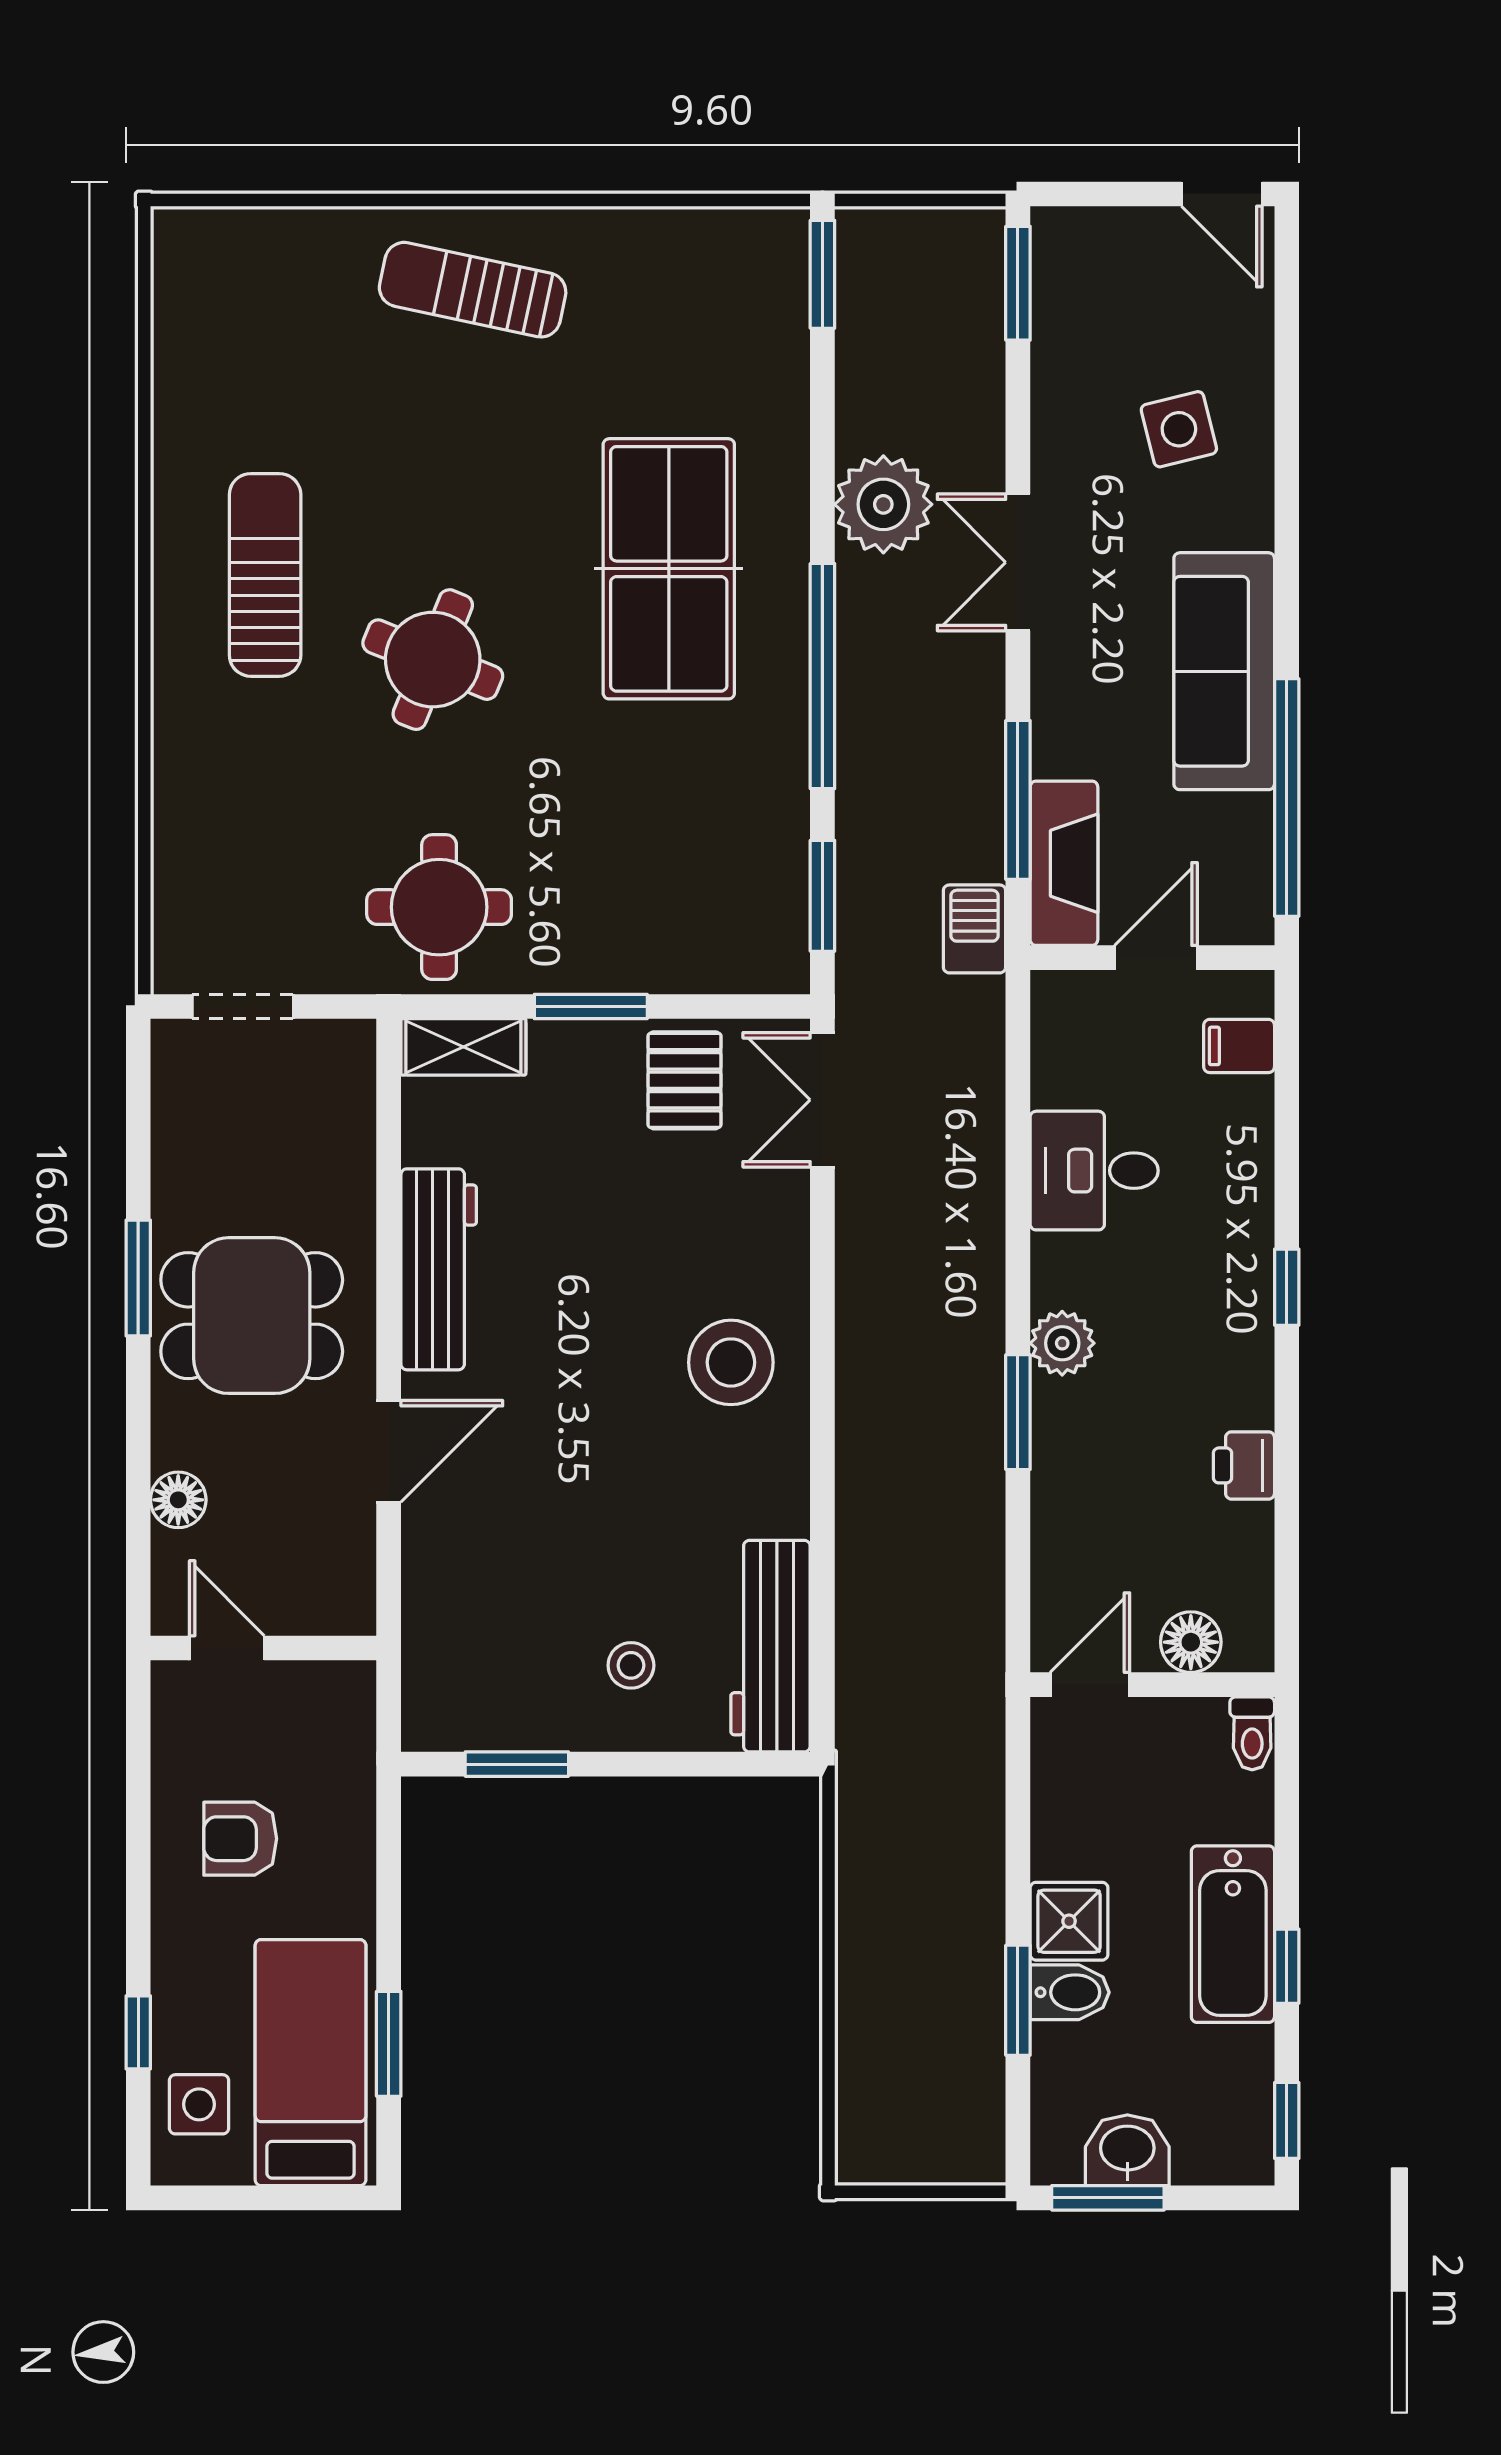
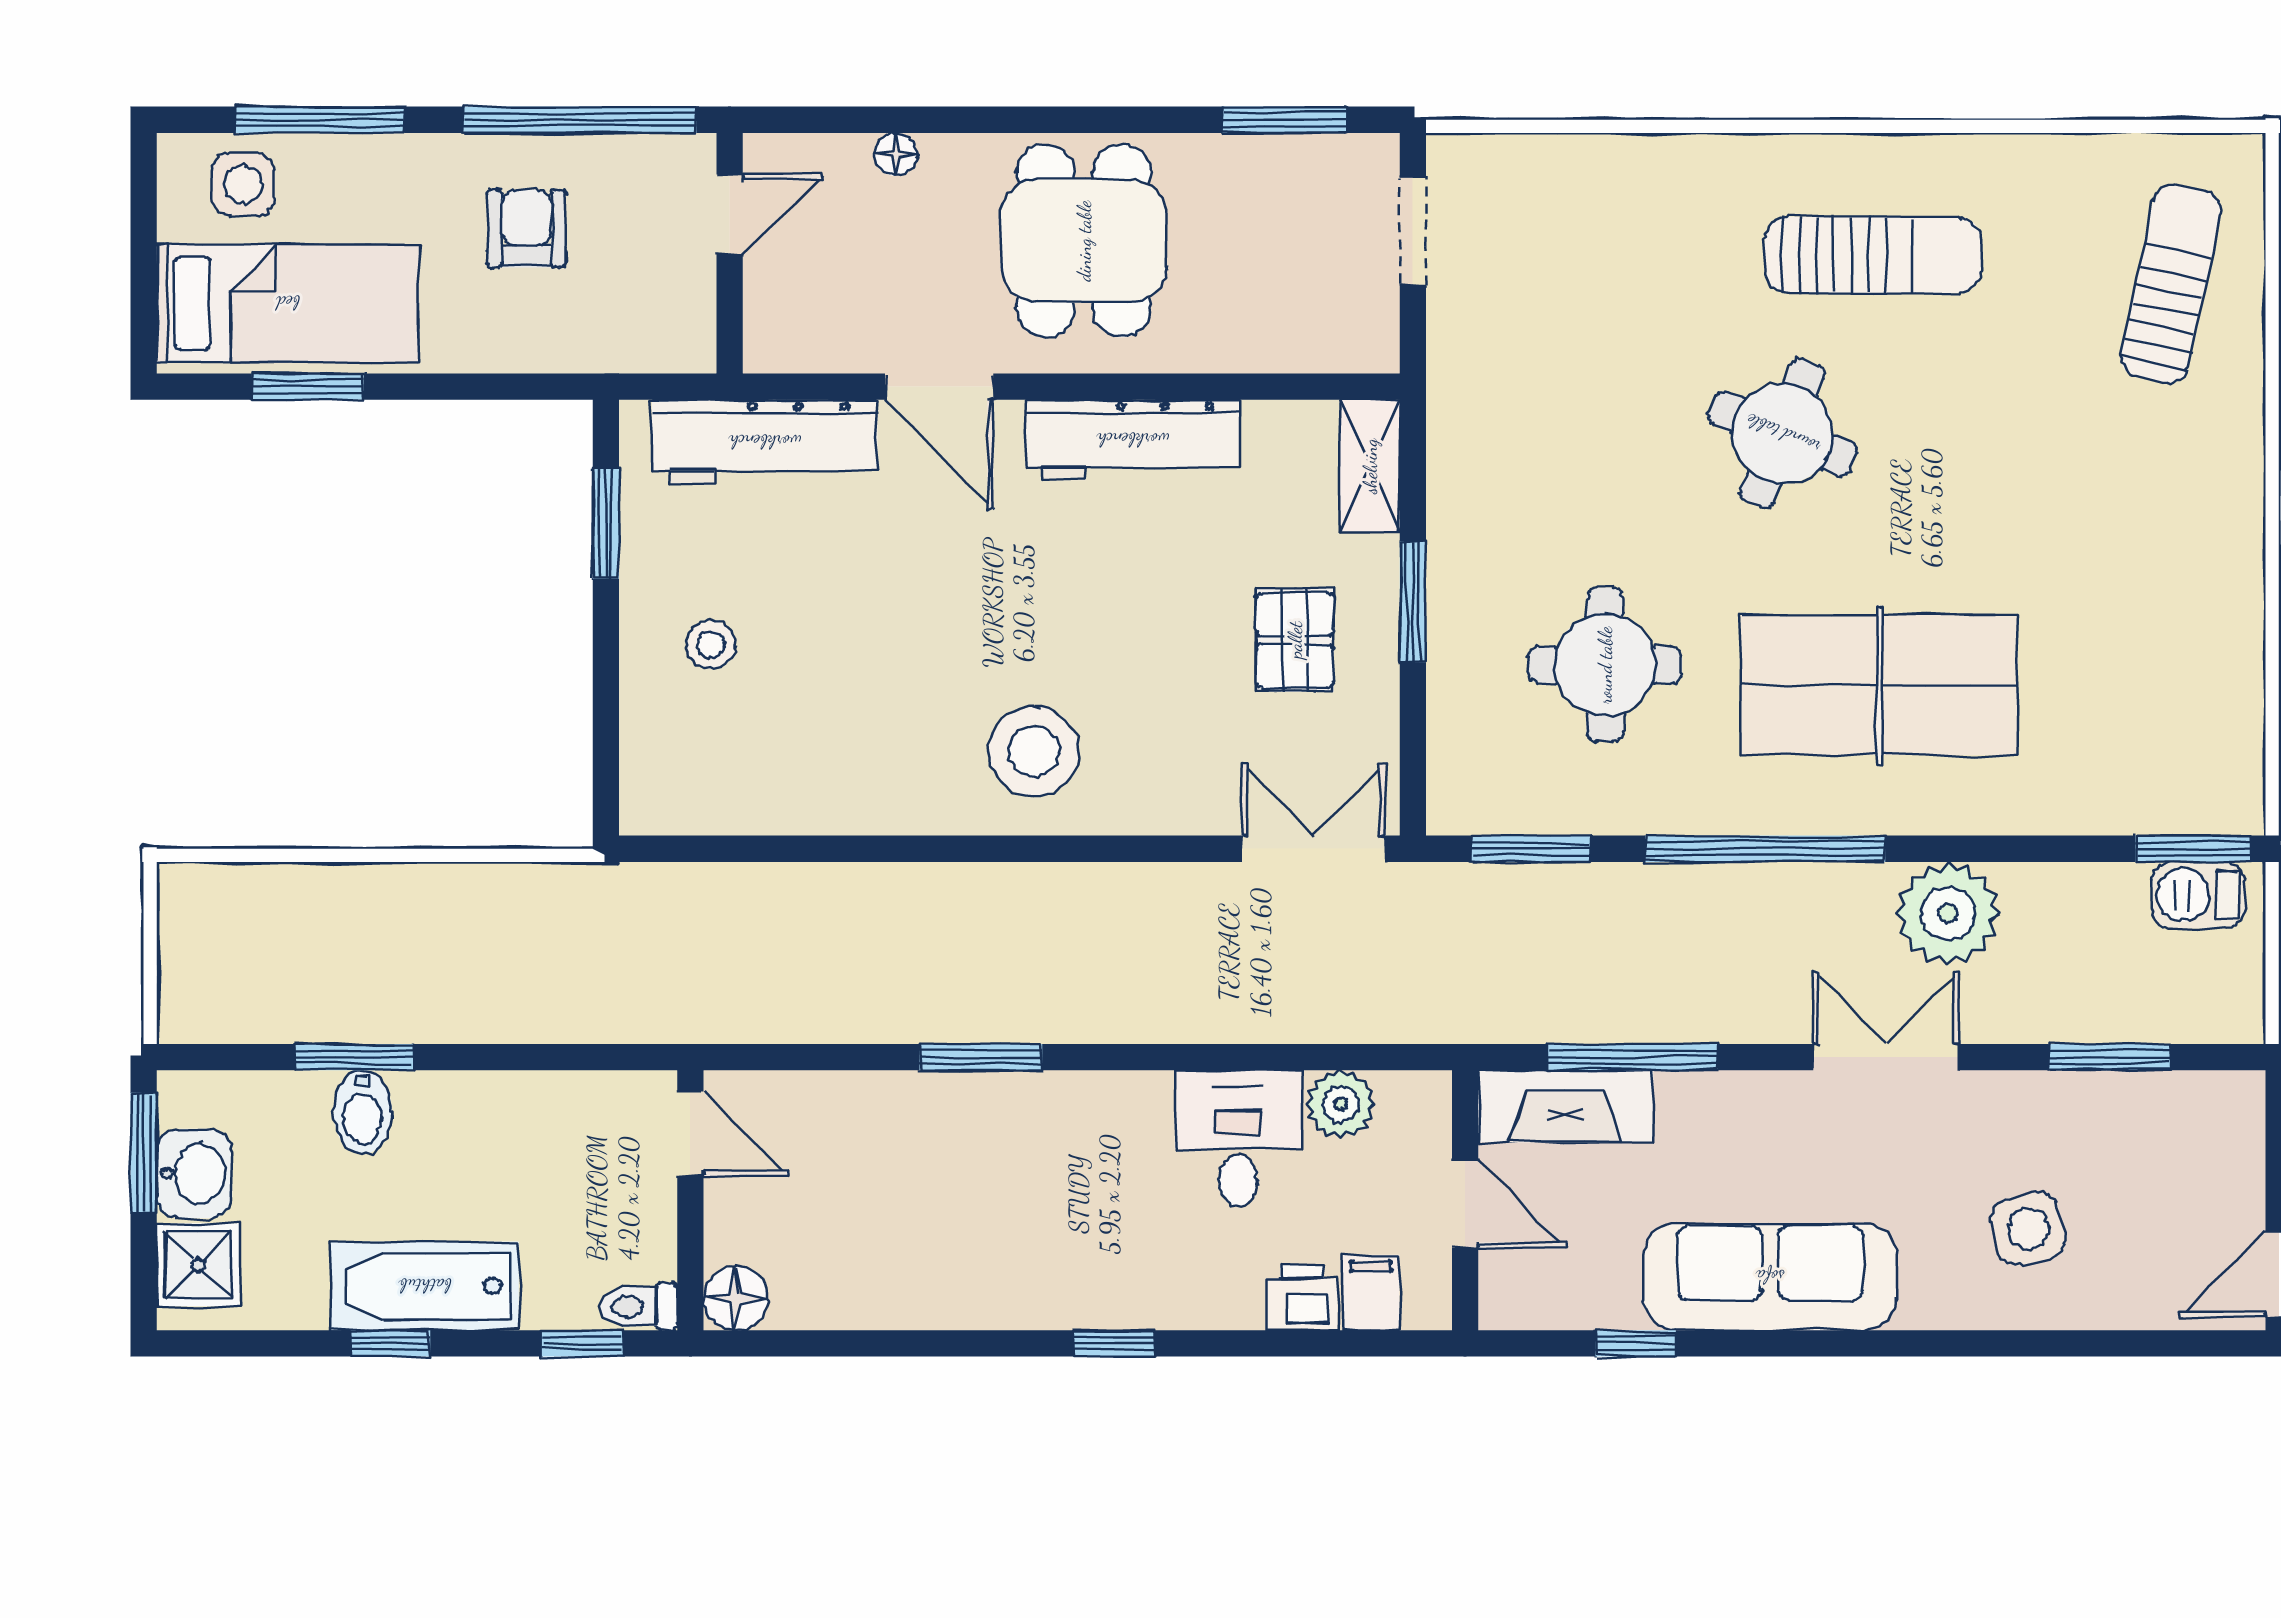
window: (1018, 283) -> (2109, 1057), moved
sun lounger: (473, 290) -> (2171, 284), moved
window: (1287, 797) -> (1636, 1343), width x0.32
round table: (439, 907) -> (1605, 665), moved
barbecue: (975, 929) -> (2198, 895), moved, turned 180
pallet: (685, 1080) -> (1295, 640), moved, turned 90
window: (138, 1278) -> (1284, 120), moved
plant: (1062, 1343) -> (1341, 1104), moved
printer: (1244, 1465) -> (1302, 1298), moved
floor lamp: (178, 1500) -> (895, 154), width x0.73, depth x0.73
floor lamp: (1191, 1642) -> (736, 1298), moved
workbench: (771, 1646) -> (765, 442), moved, turned 180
window: (138, 1788) -> (580, 120), added
shower: (1069, 1921) -> (198, 1265), moved
window: (138, 2032) -> (320, 120), width x2.17
window: (1287, 2120) -> (582, 1343), moved

